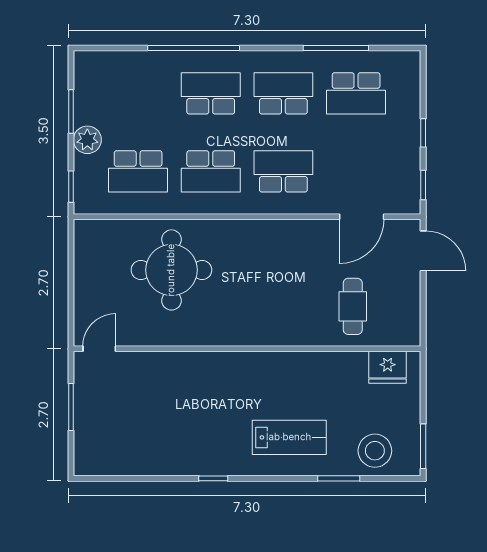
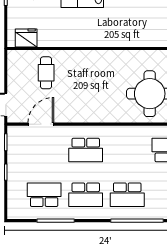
school desk: (211, 171) -> (127, 150), removed

